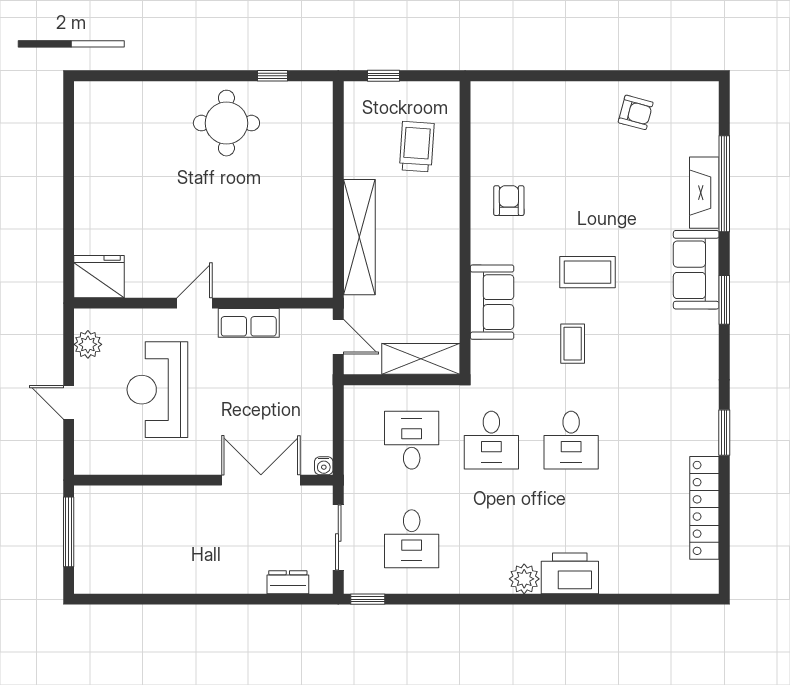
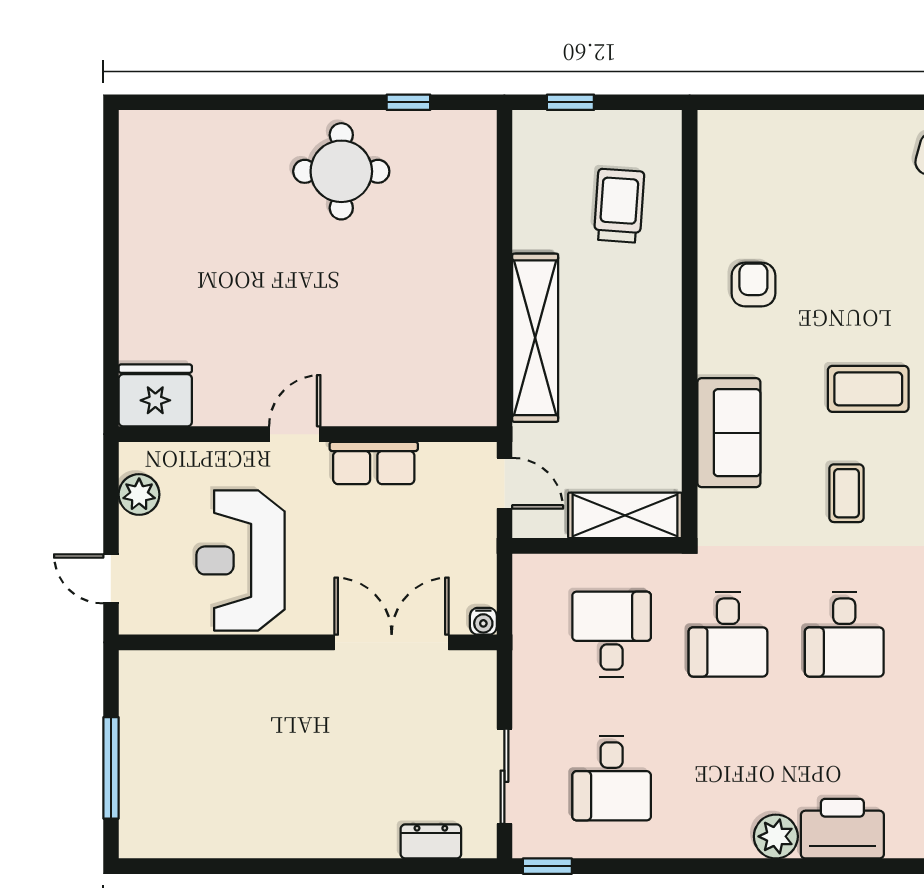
water cooler: (324, 466) -> (483, 621), moved
wall: (203, 480) -> (308, 642), moved
double door: (261, 480) -> (392, 642), moved

